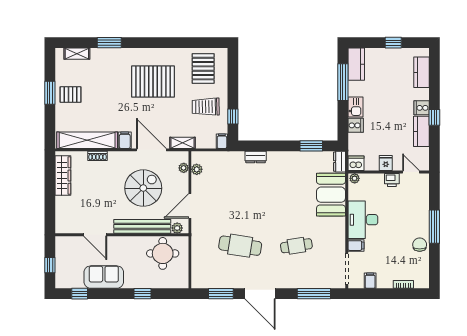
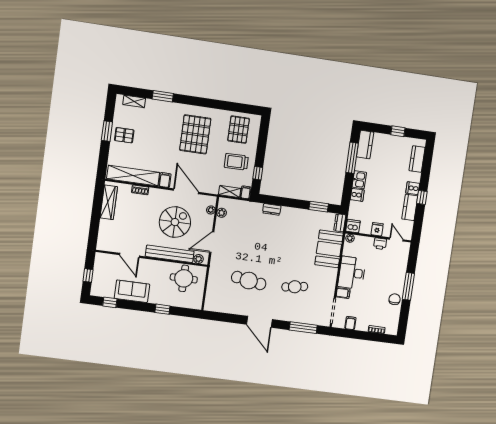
pallet: (153, 81) -> (195, 134), turned 90
shelving: (182, 143) -> (230, 191), moved
window: (221, 294) -> (227, 318), removed

